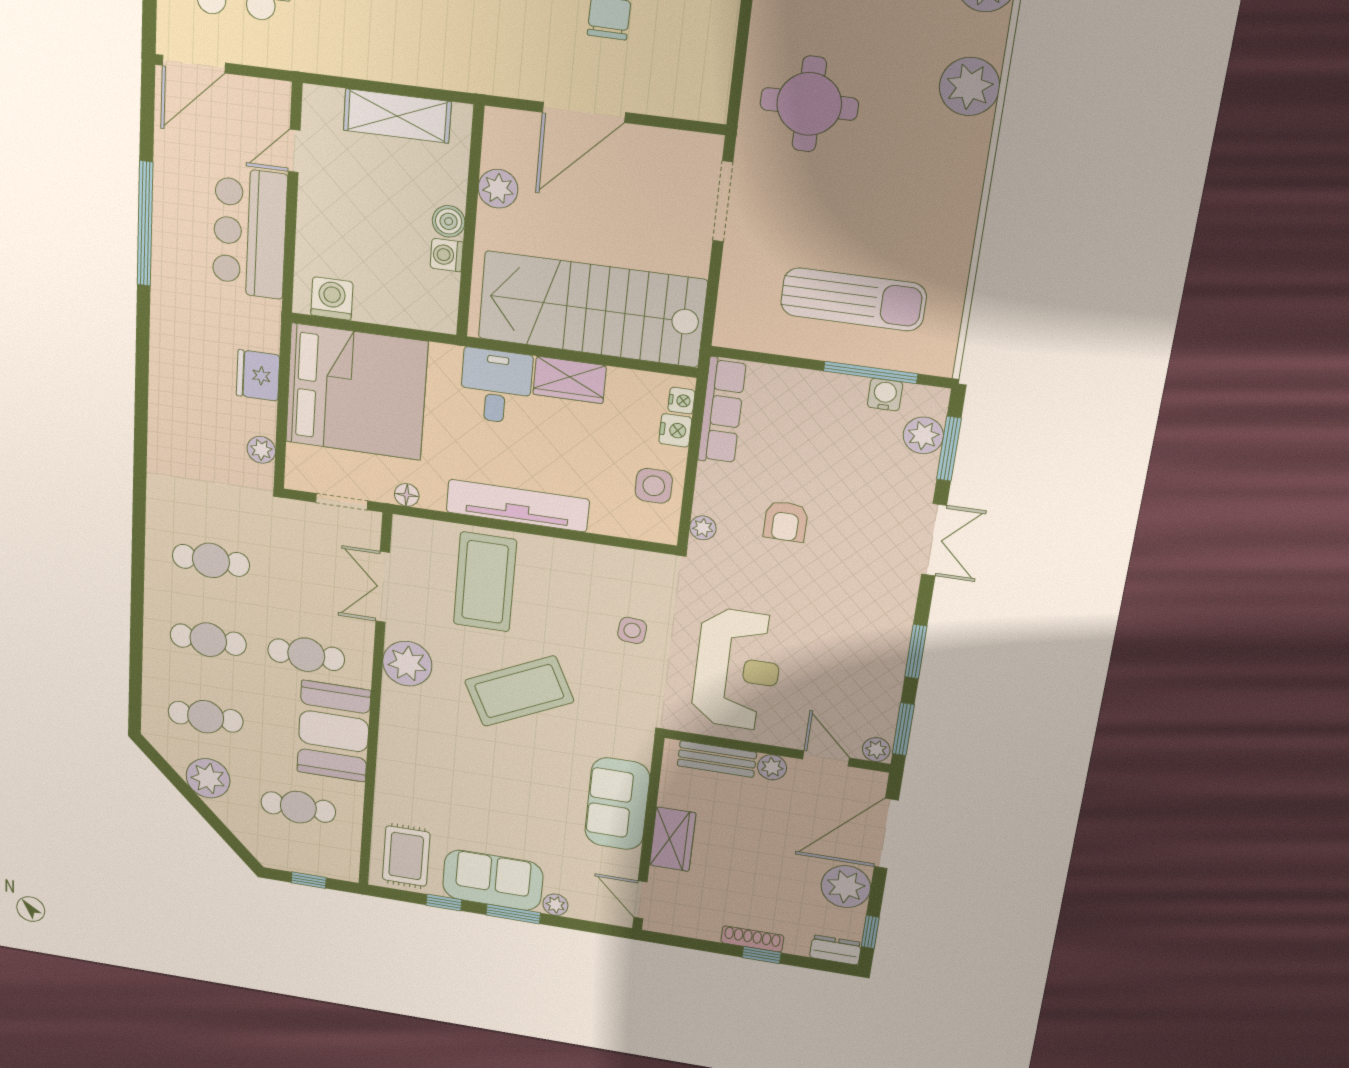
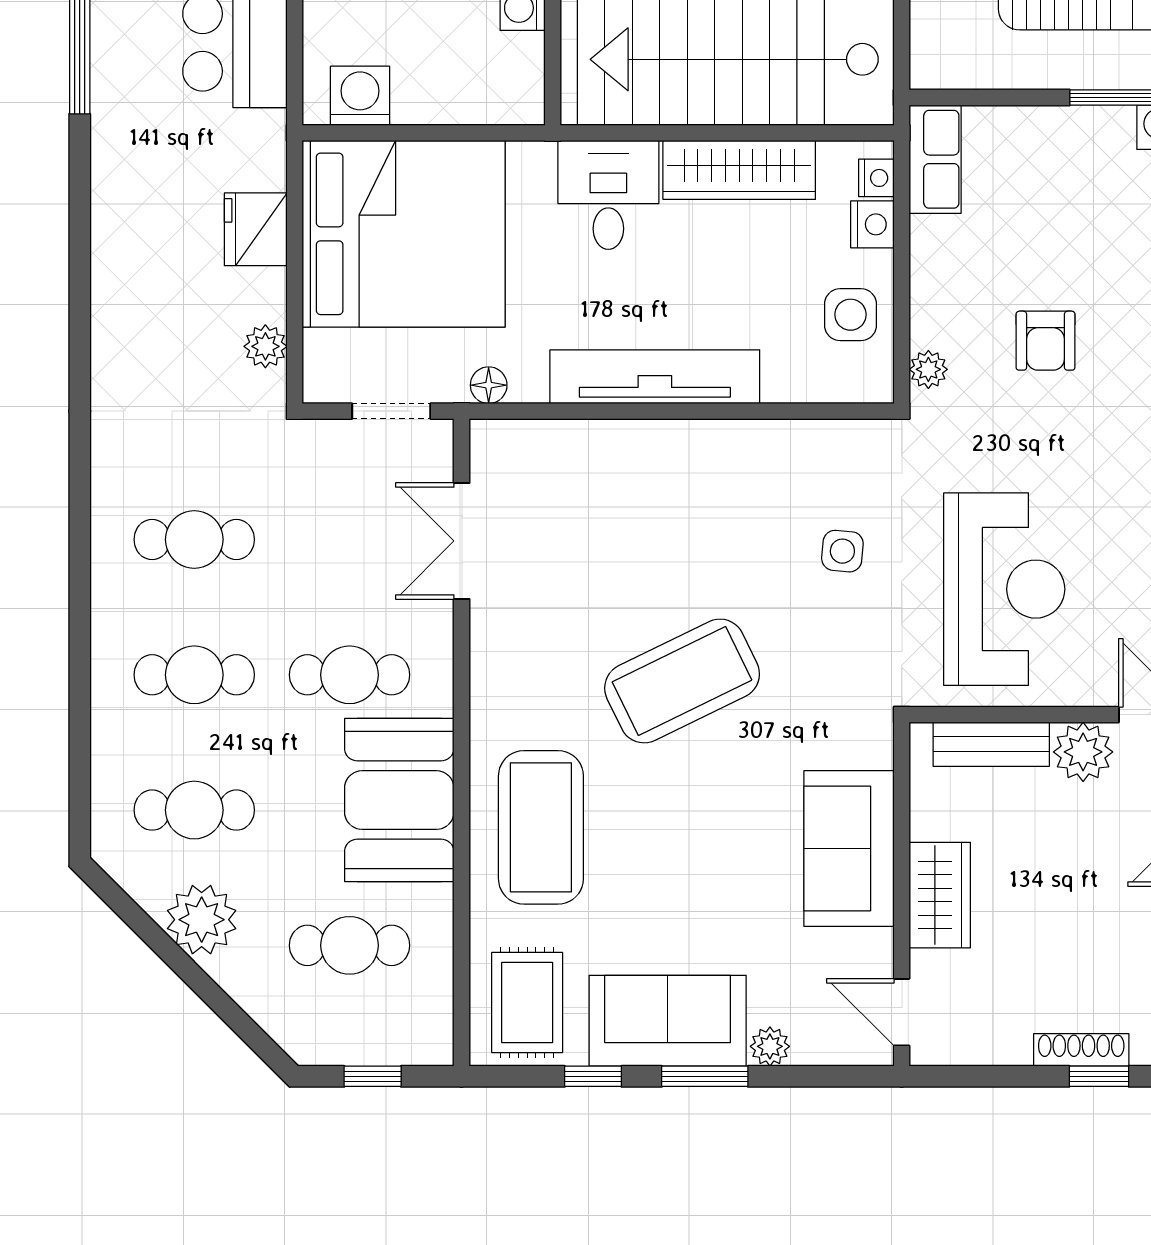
wardrobe: (570, 380) -> (739, 170), width x1.50
row of seats: (722, 411) -> (935, 159), width x0.68
coffee table: (485, 582) -> (541, 827), moved
plant: (407, 664) -> (507, 663), removed
plant: (772, 767) -> (1083, 752), width x1.38, depth x1.38

